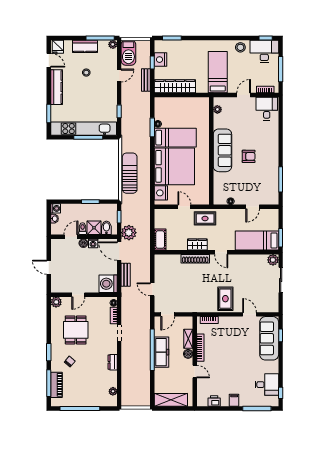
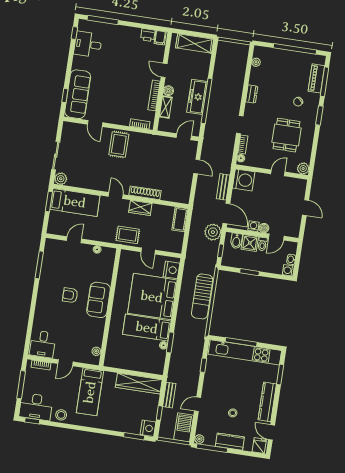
nightstand: (160, 60) -> (148, 428), moved
sofa: (222, 150) -> (99, 300), width x0.73
filing cabinet: (234, 400) -> (160, 38), moved

